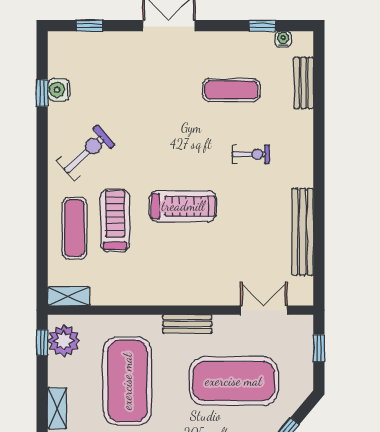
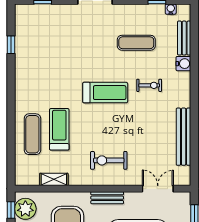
water cooler: (59, 90) -> (183, 64), moved, turned 180
exercise bike: (86, 153) -> (109, 160), moved, turned -138
treadmill: (183, 206) -> (105, 93), moved
shelving: (69, 296) -> (54, 179), moved

